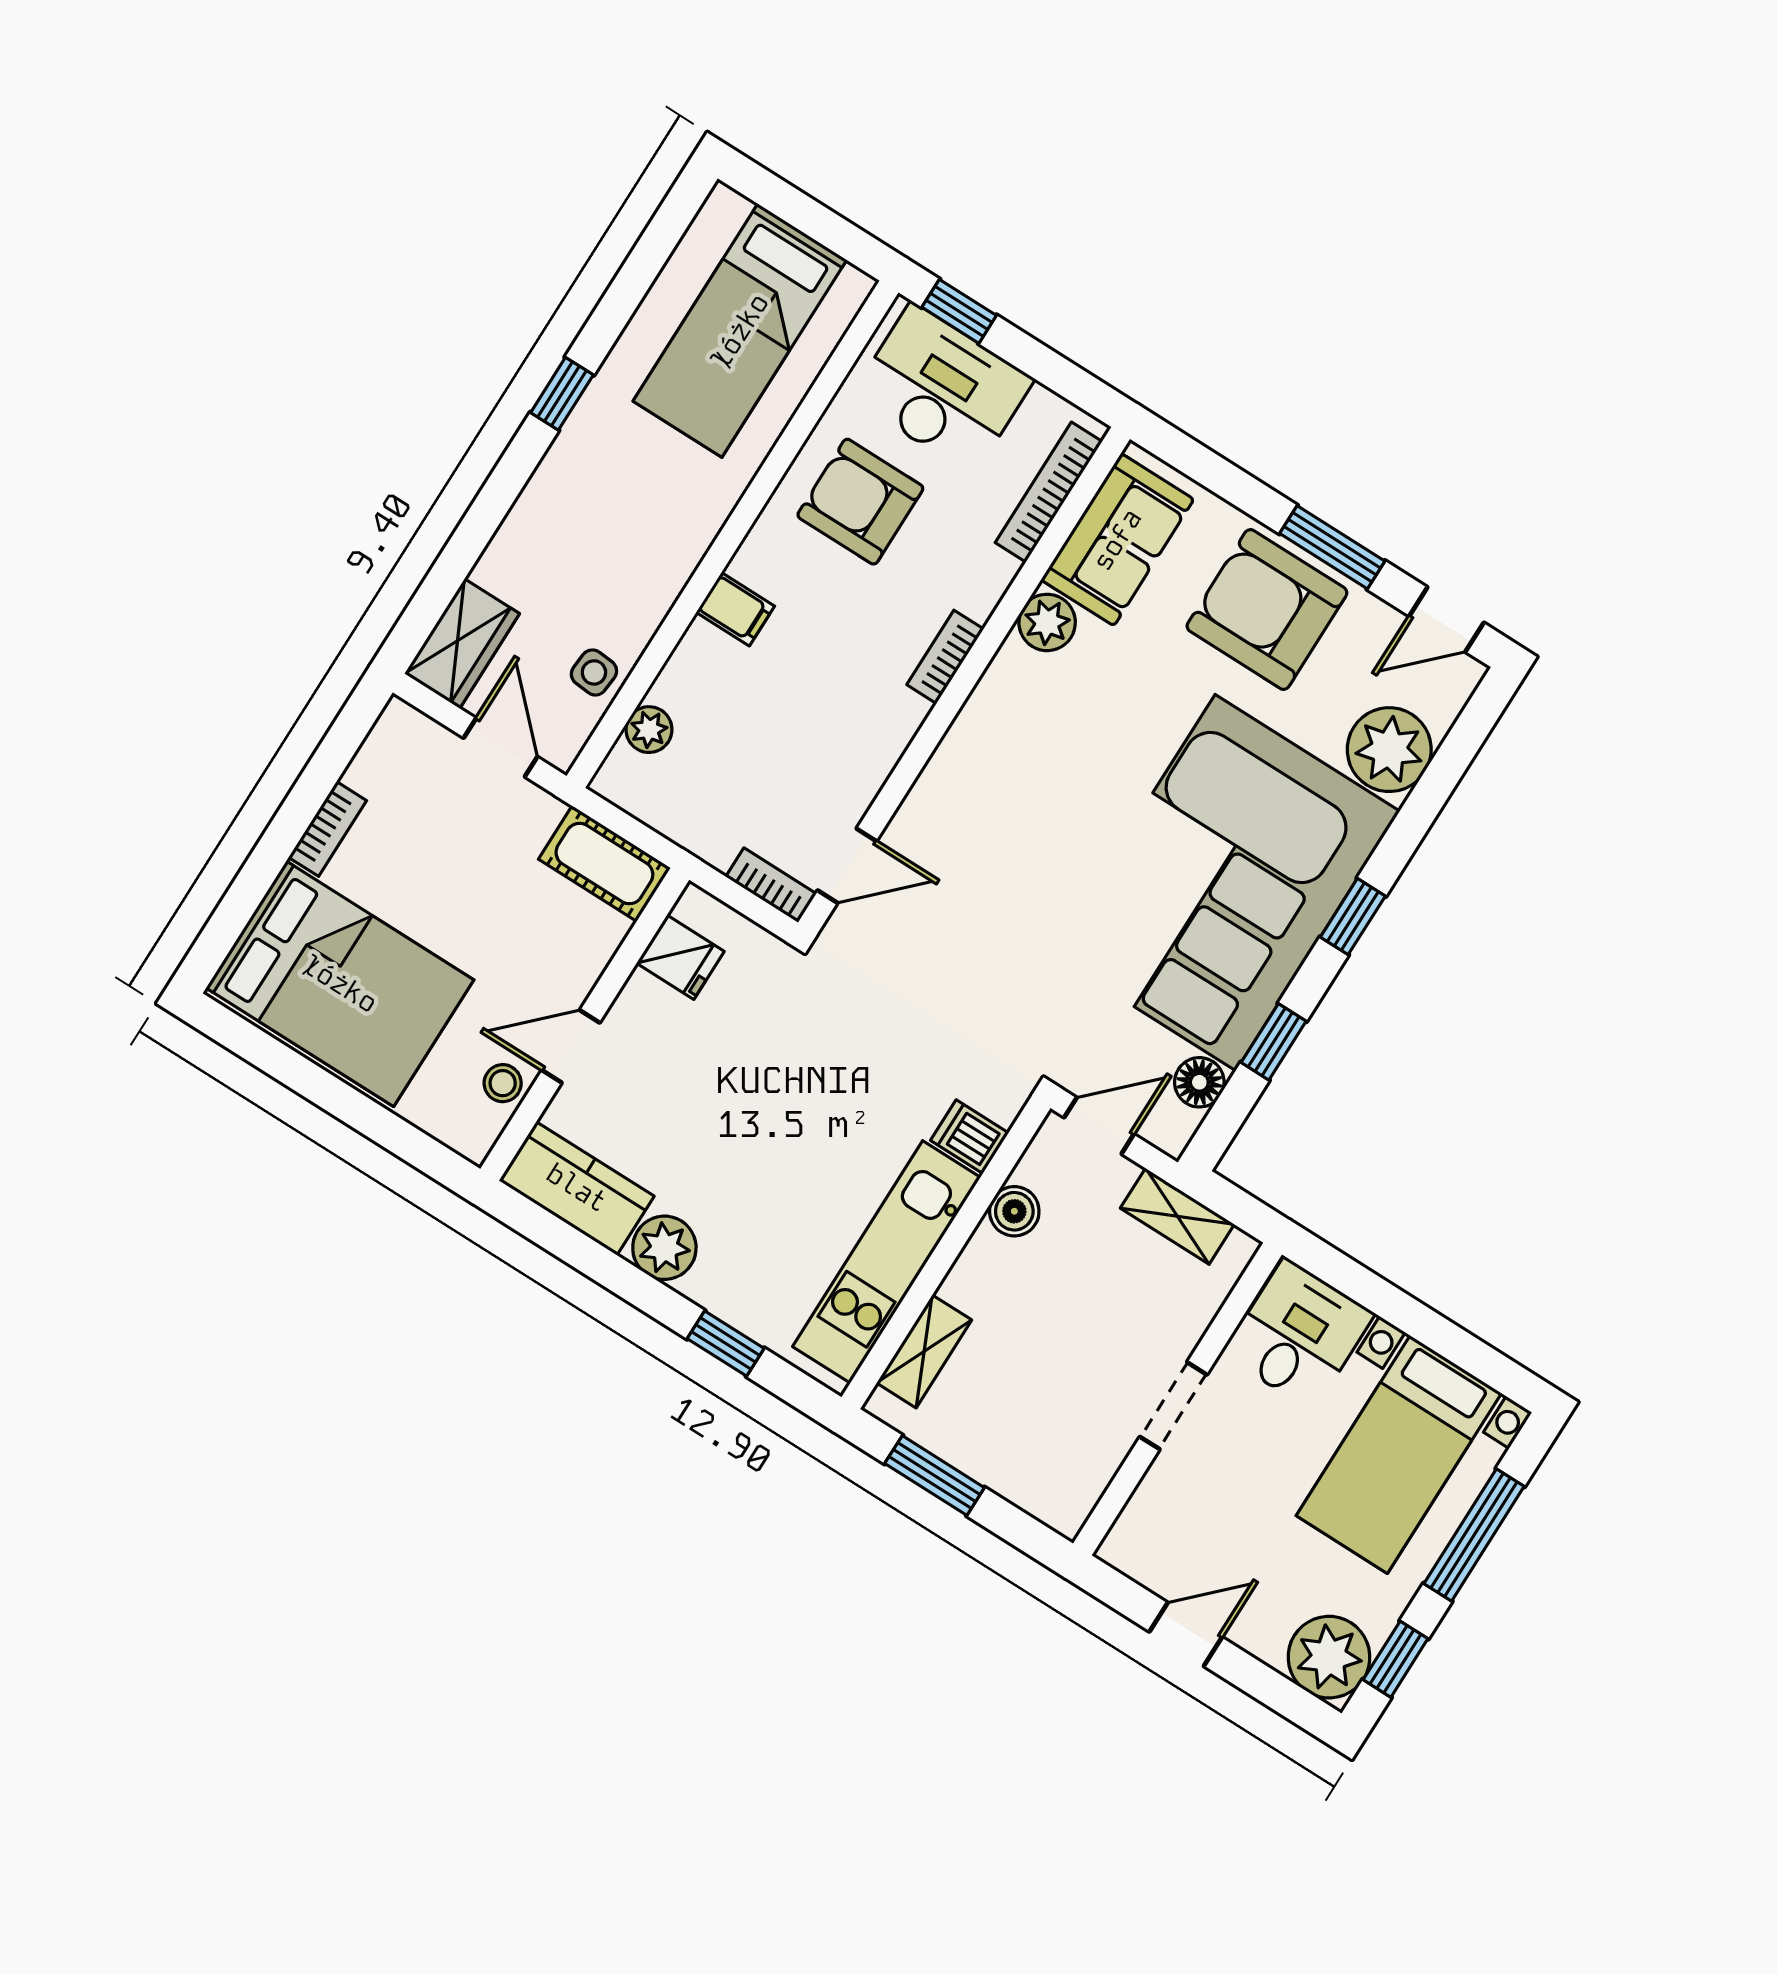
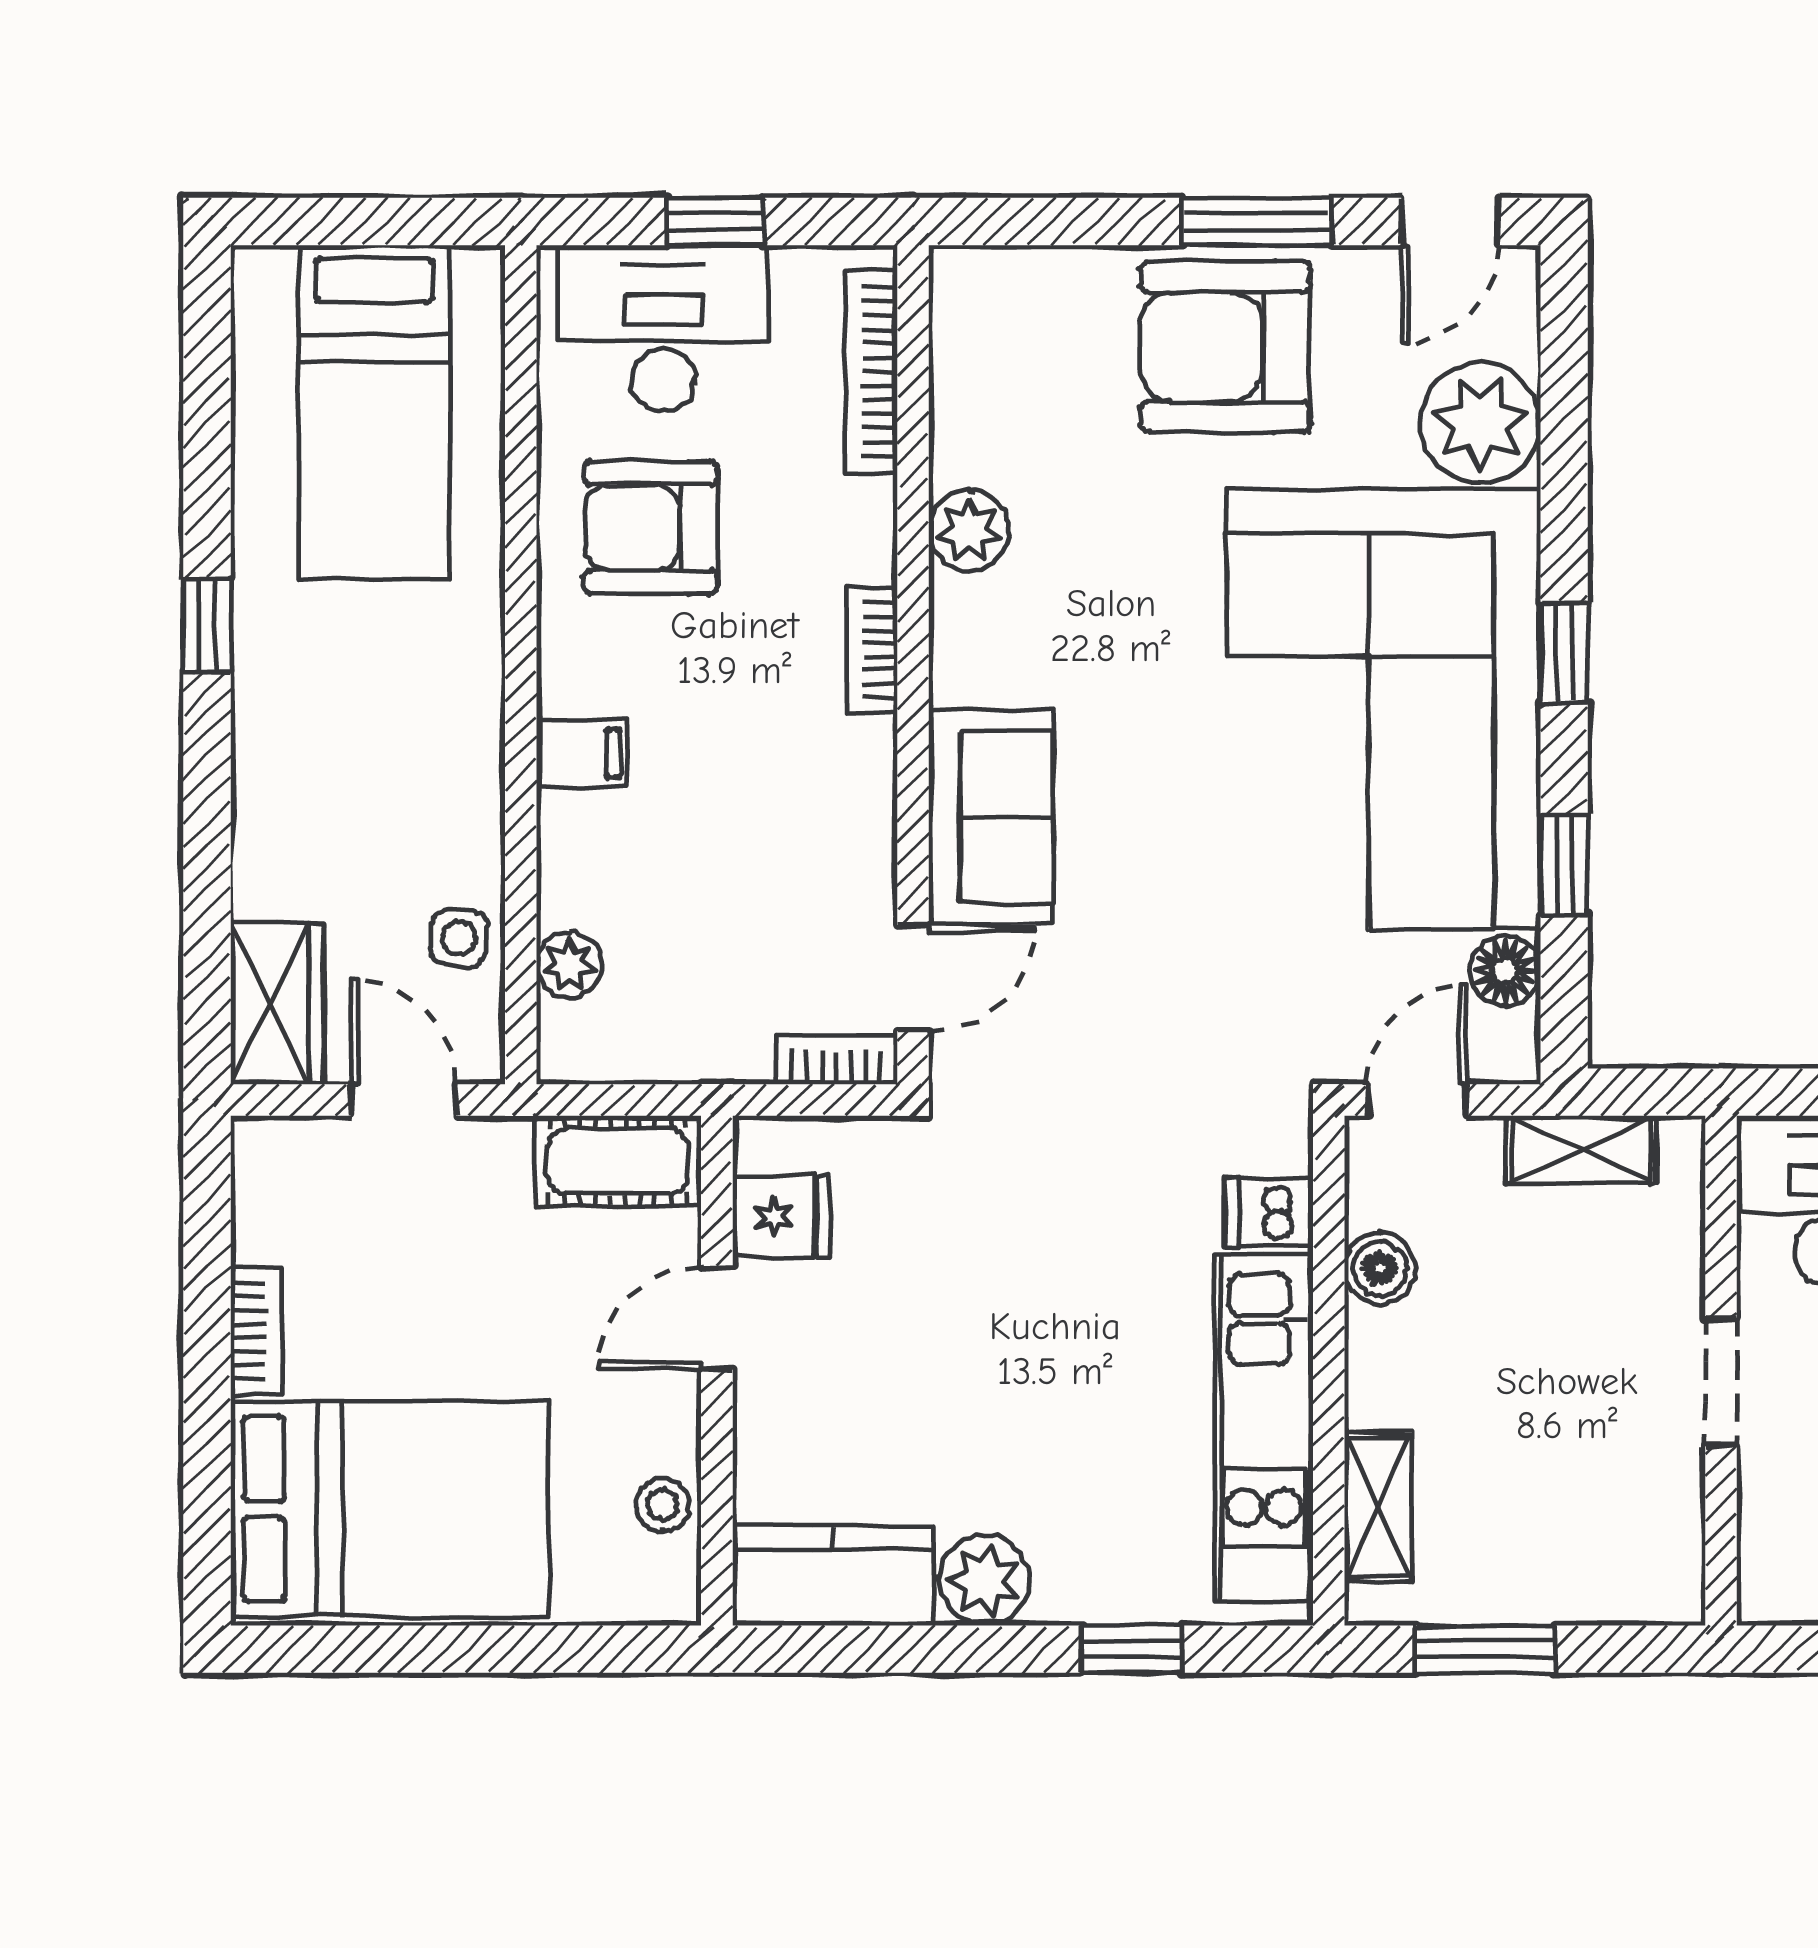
window: (959, 311) -> (715, 221), moved
sofa: (1117, 540) -> (991, 817), moved
door: (571, 1046) -> (717, 1318), moved

